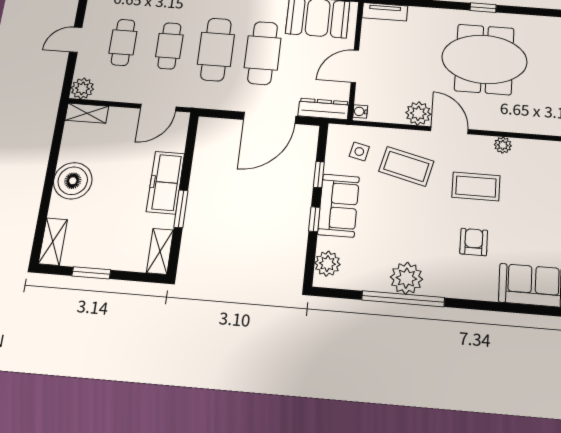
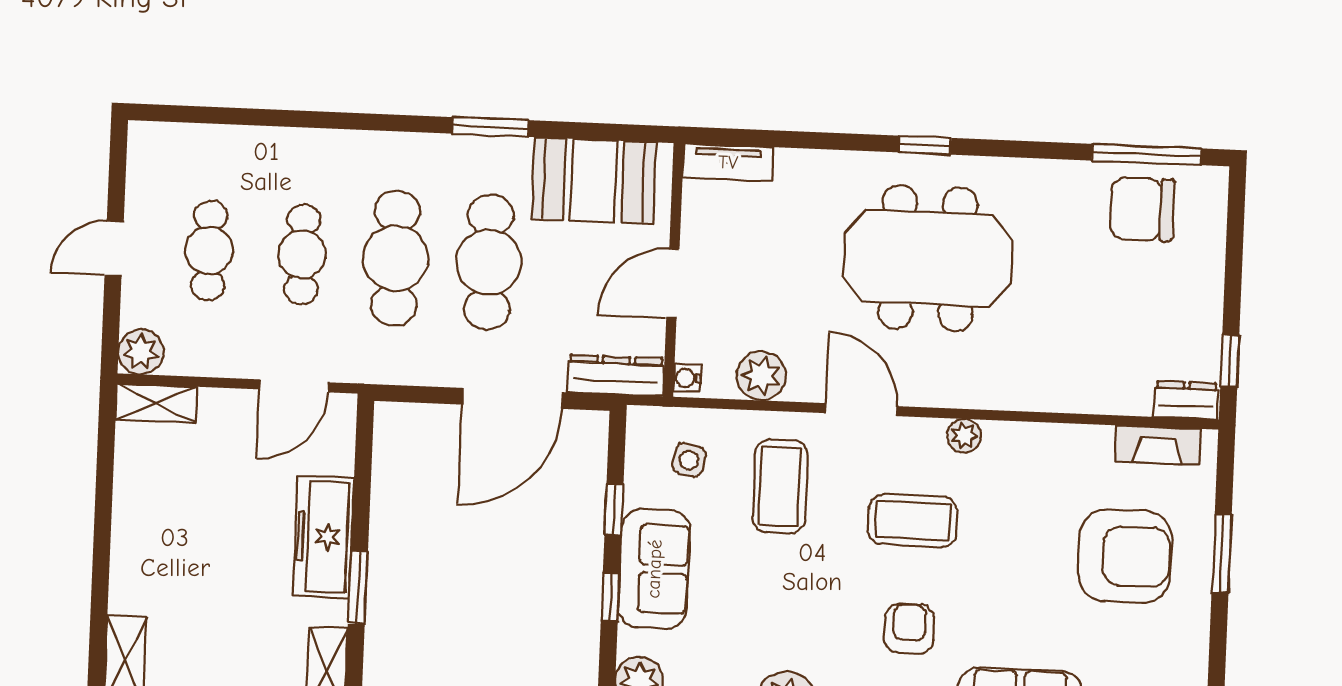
plant: (418, 113) -> (761, 376), moved
coffee table: (406, 166) -> (780, 486), turned 76
boiler: (73, 181) -> (147, 541), removed

